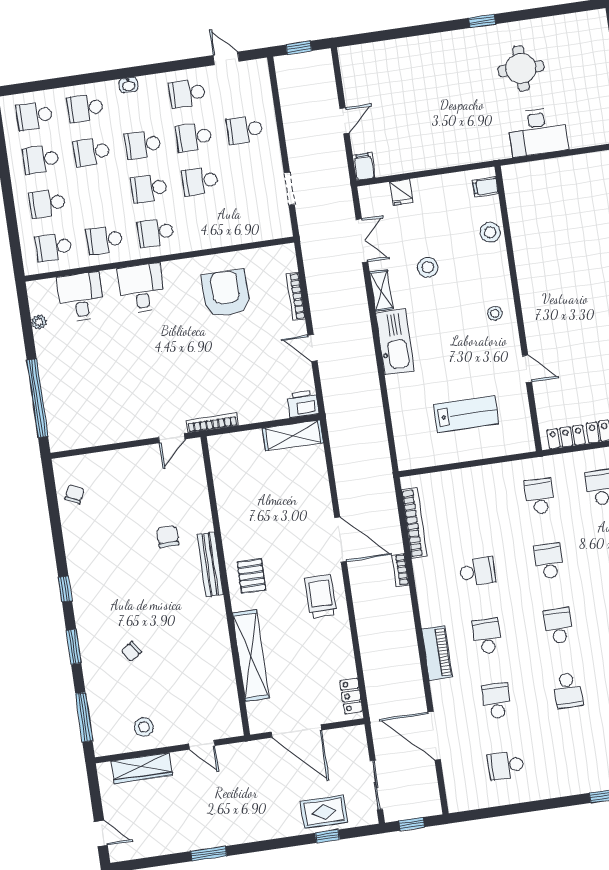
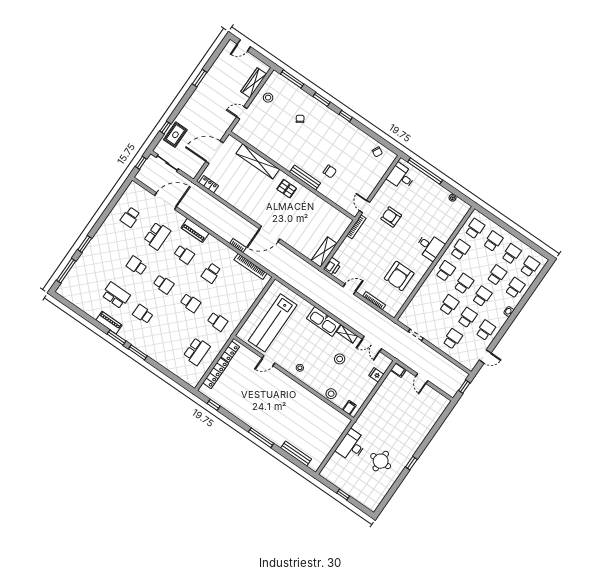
armchair: (226, 293) -> (399, 276), turned 90
desk: (81, 297) -> (401, 177), moved, turned 180
armchair: (150, 385) -> (391, 217), added
lab bench: (466, 414) -> (273, 323), width x1.86, depth x1.39
trolley: (321, 596) -> (256, 207), removed
school desk: (496, 701) -> (157, 236), width x1.85
school desk: (506, 766) -> (130, 217), turned 180

